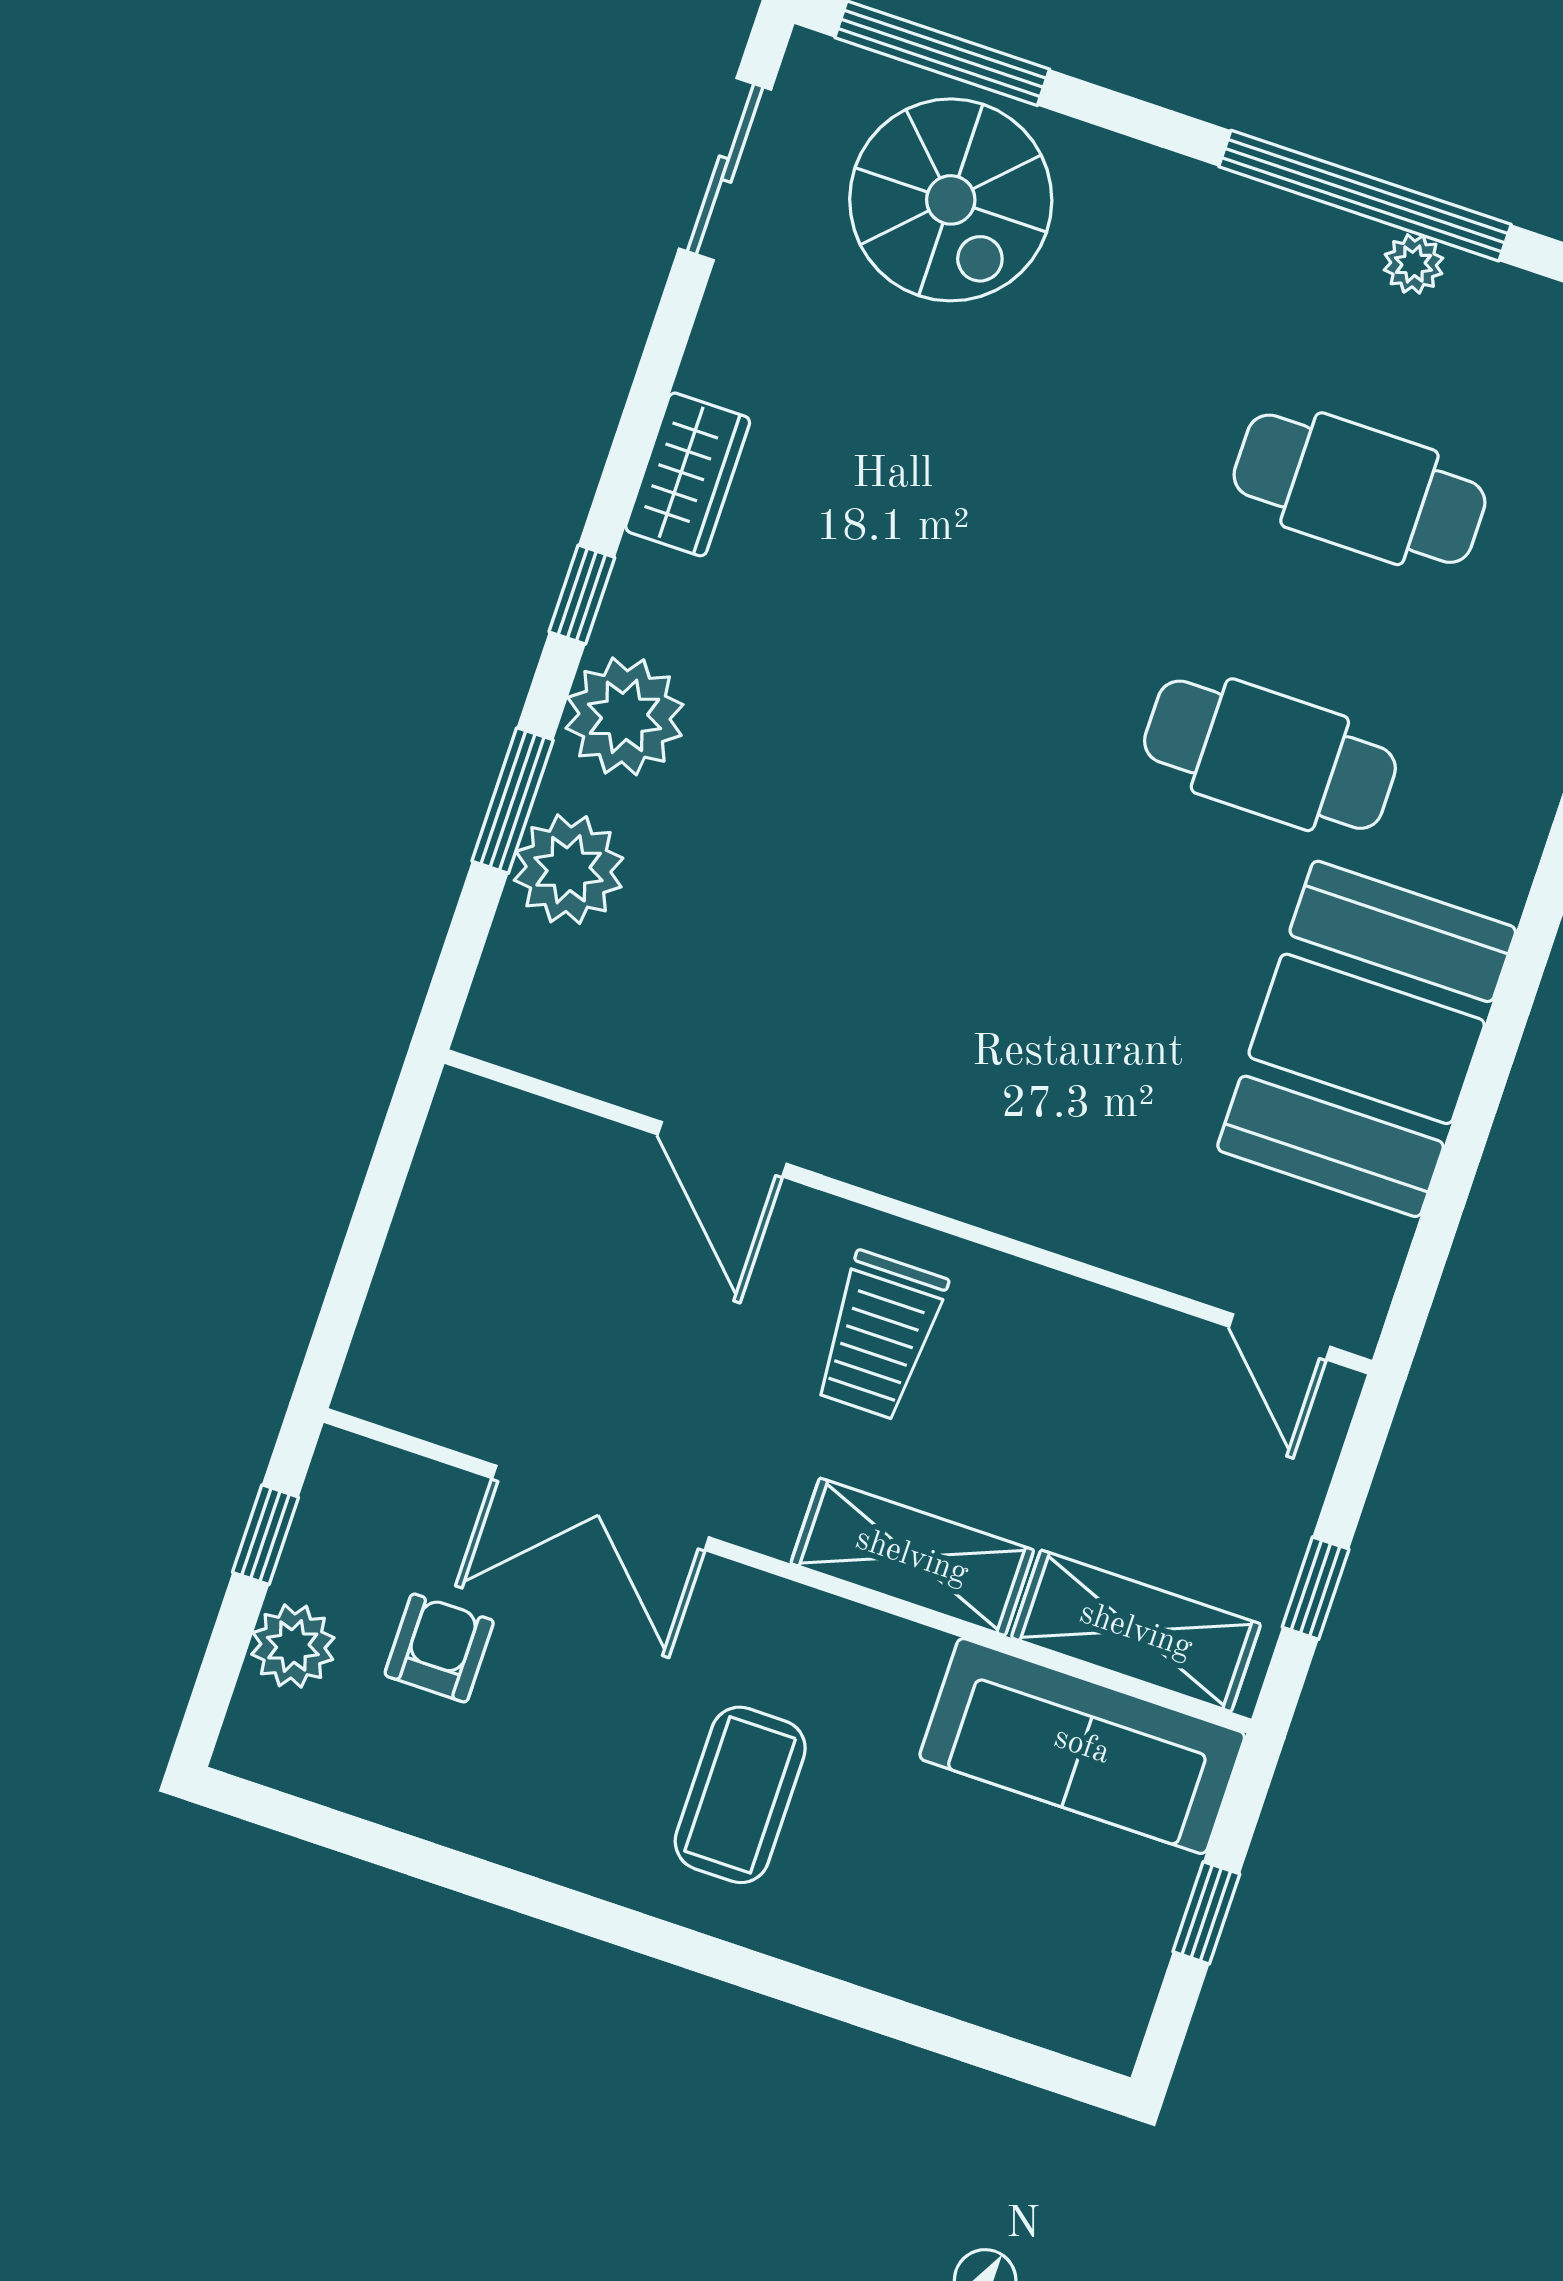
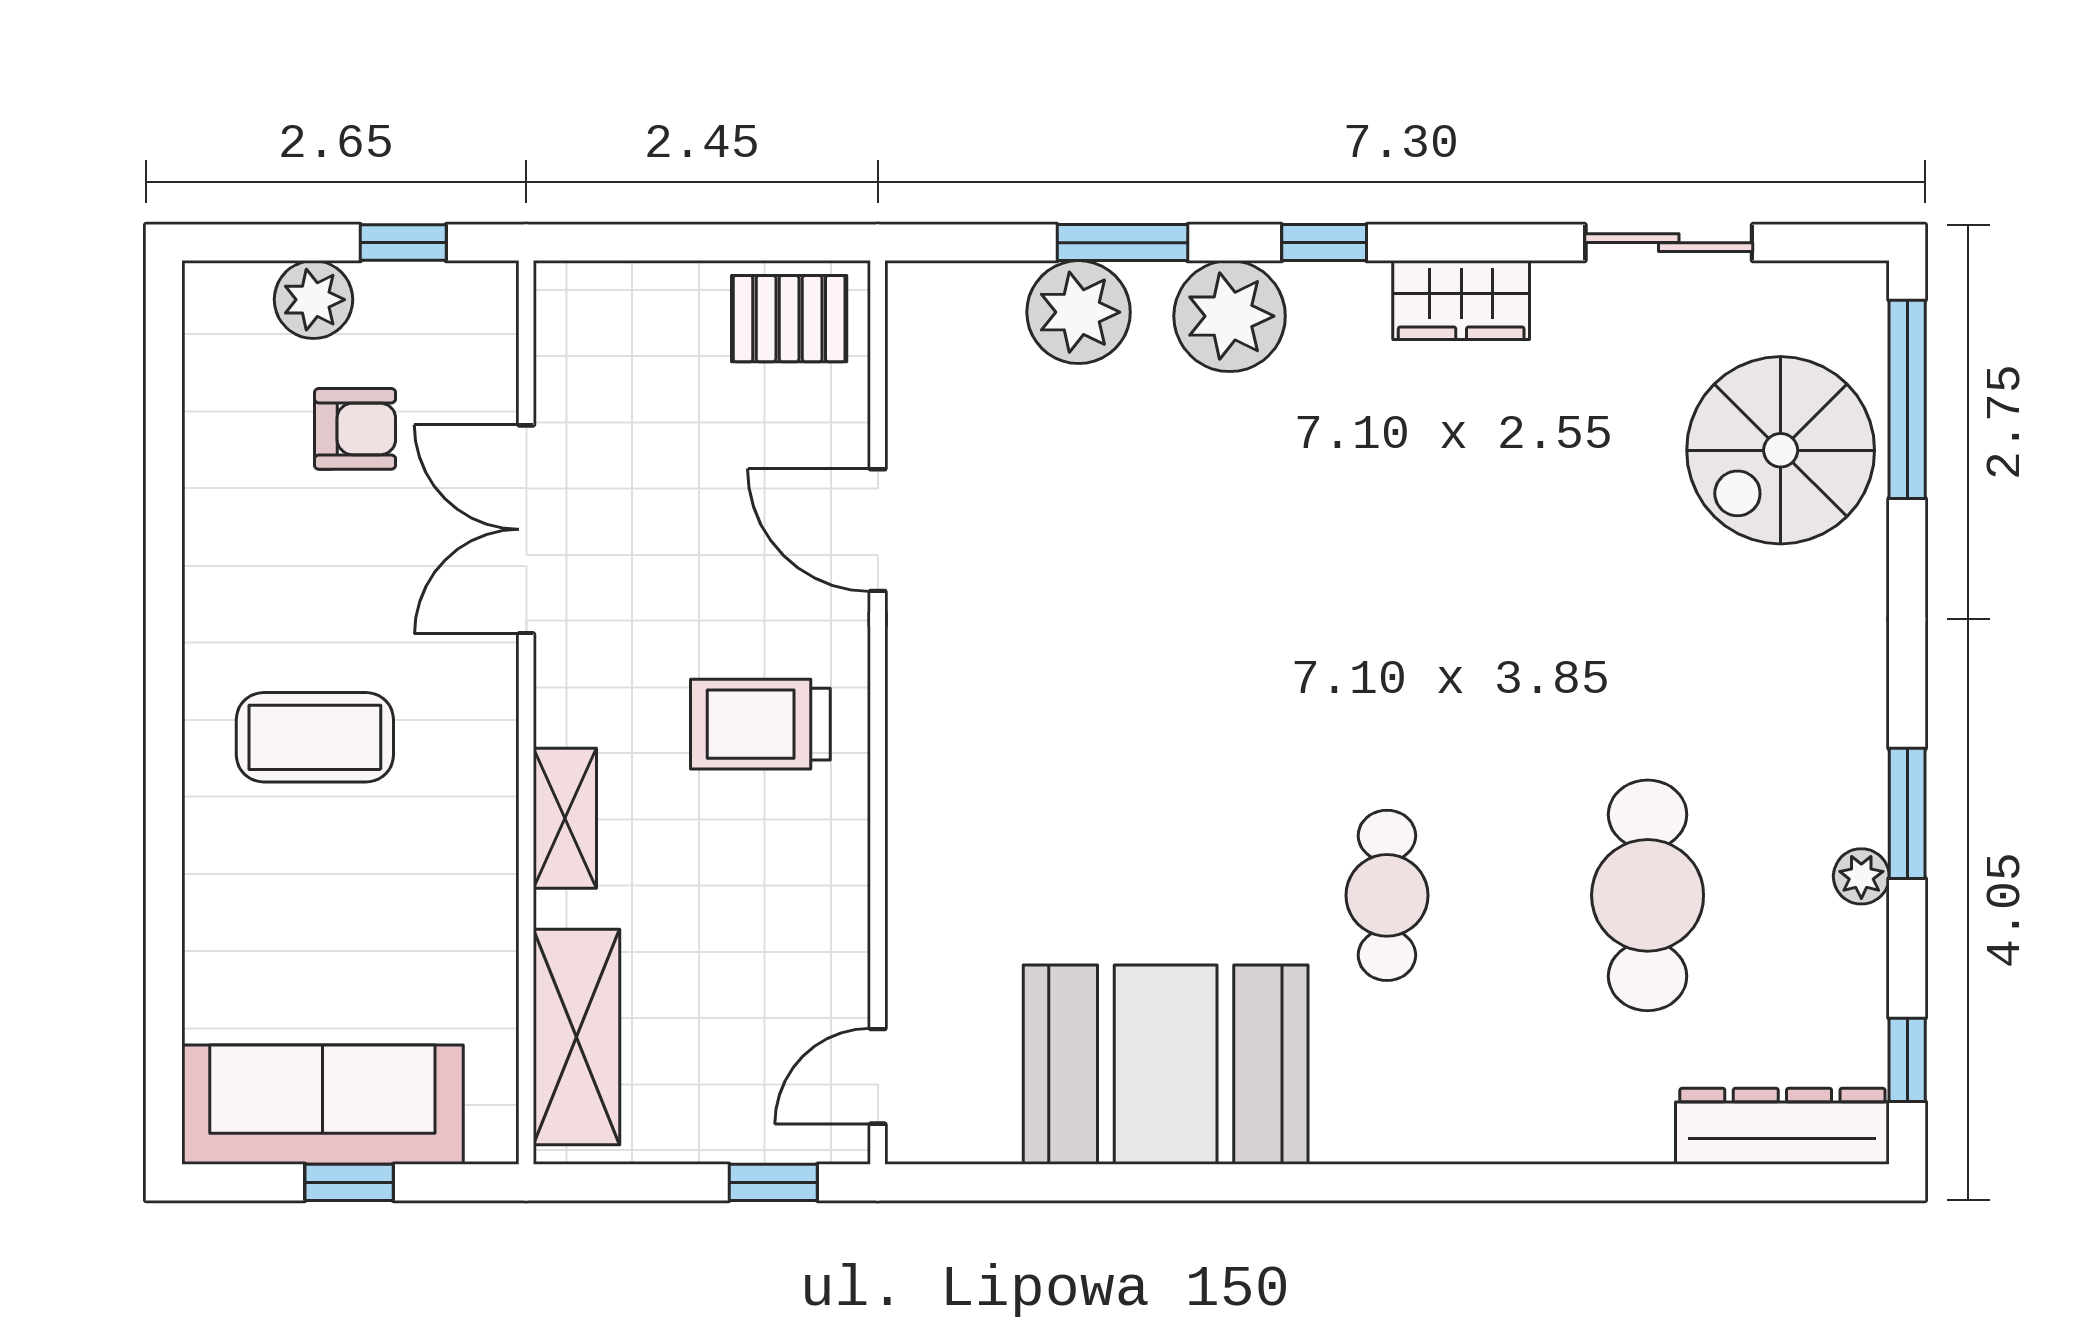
sliding door: (725, 169) -> (1669, 243), moved
window: (1365, 196) -> (1907, 813), width x0.47
cafe table: (1270, 755) -> (1387, 895), width x0.73, depth x0.74
door: (722, 1149) -> (878, 530), hinge flipped
pallet: (476, 1167) -> (789, 319), added
shelving: (912, 1557) -> (565, 818), width x0.67, depth x0.75
window: (1316, 1588) -> (773, 1182), moved
sofa: (1082, 1746) -> (322, 1105), moved, turned 90

